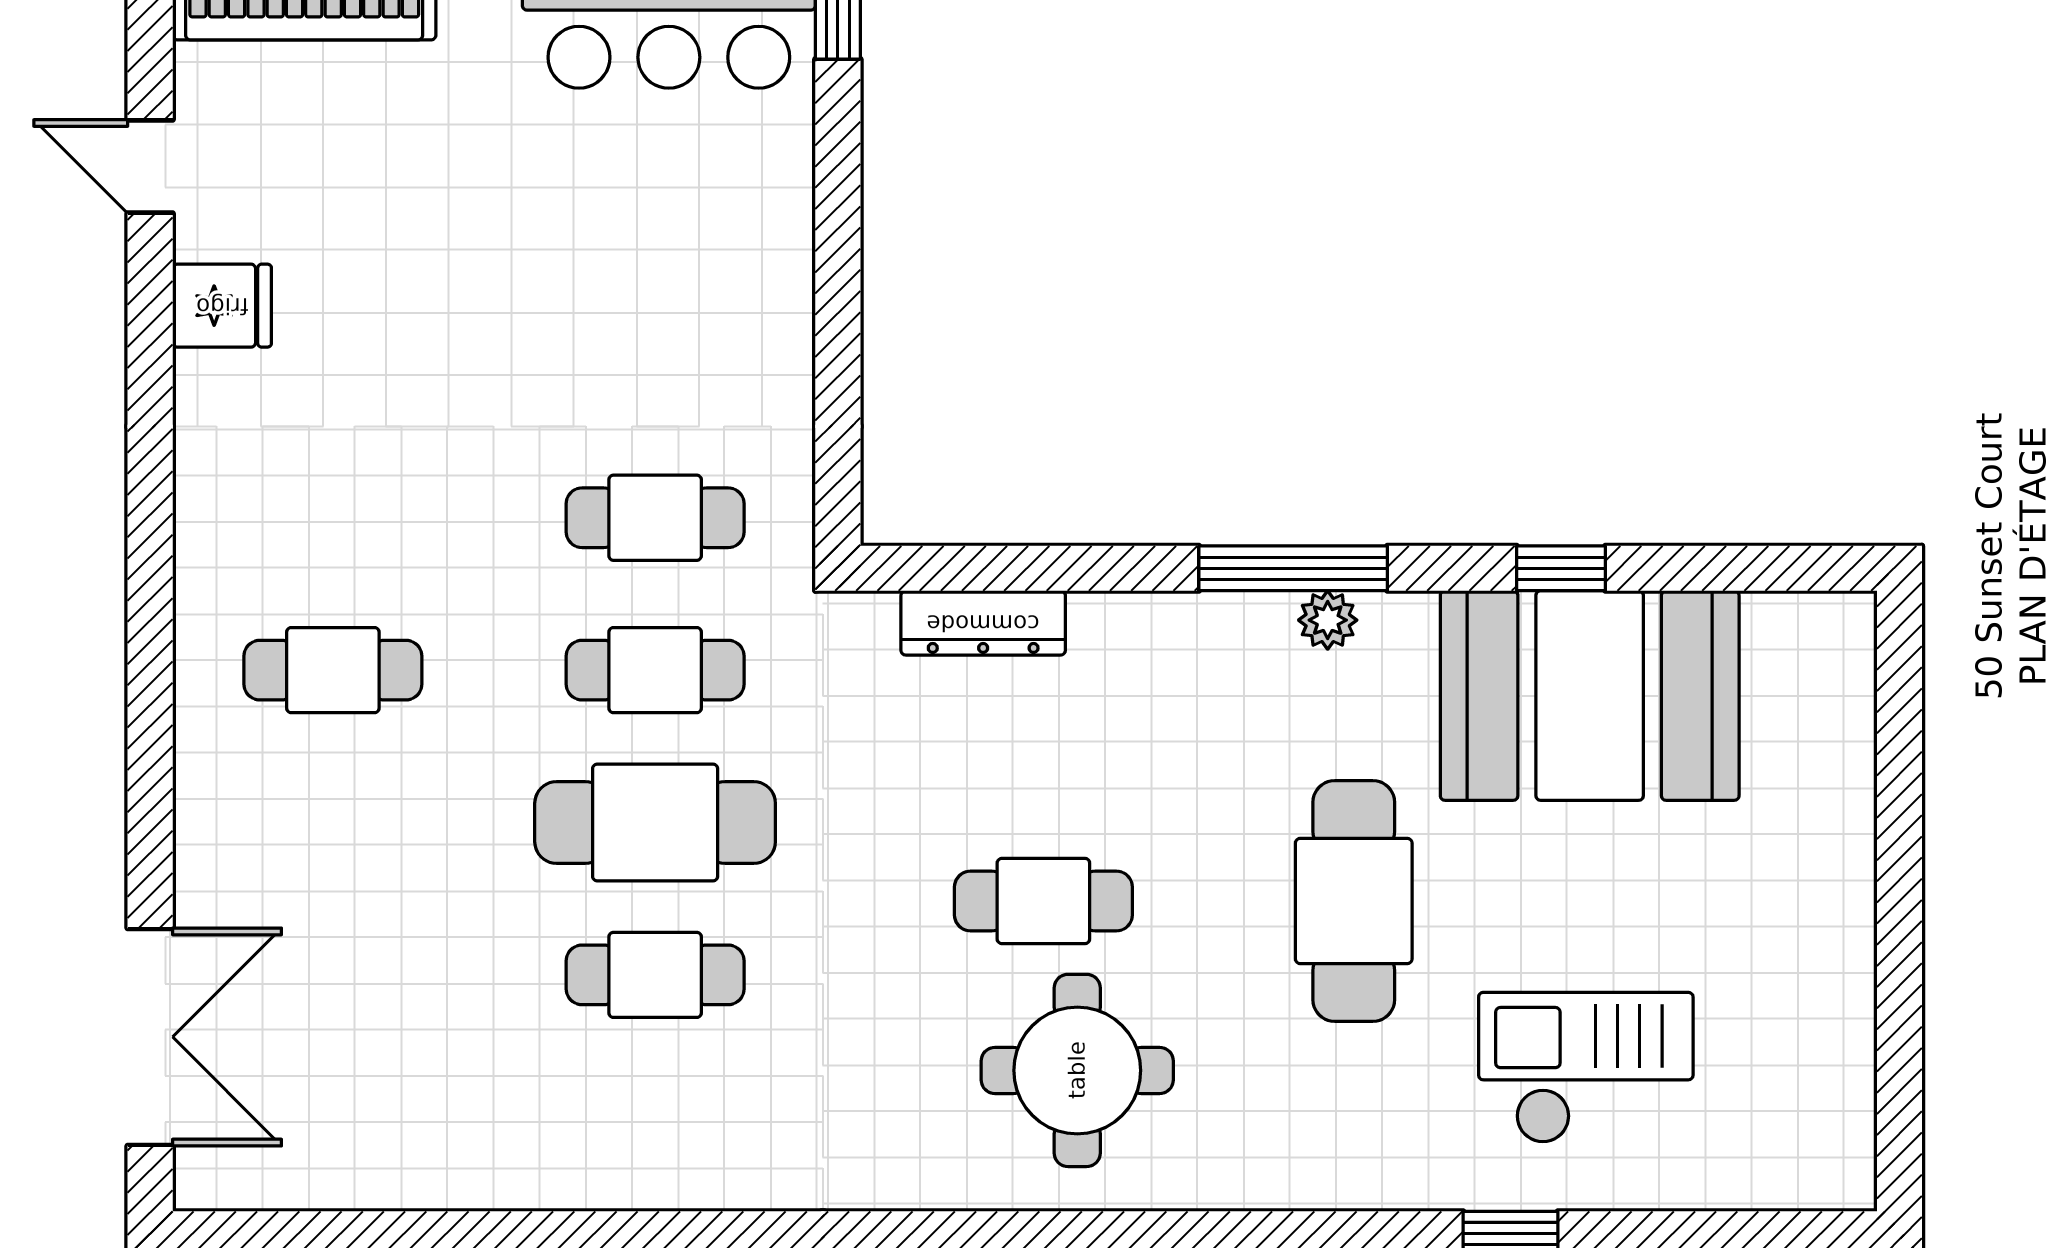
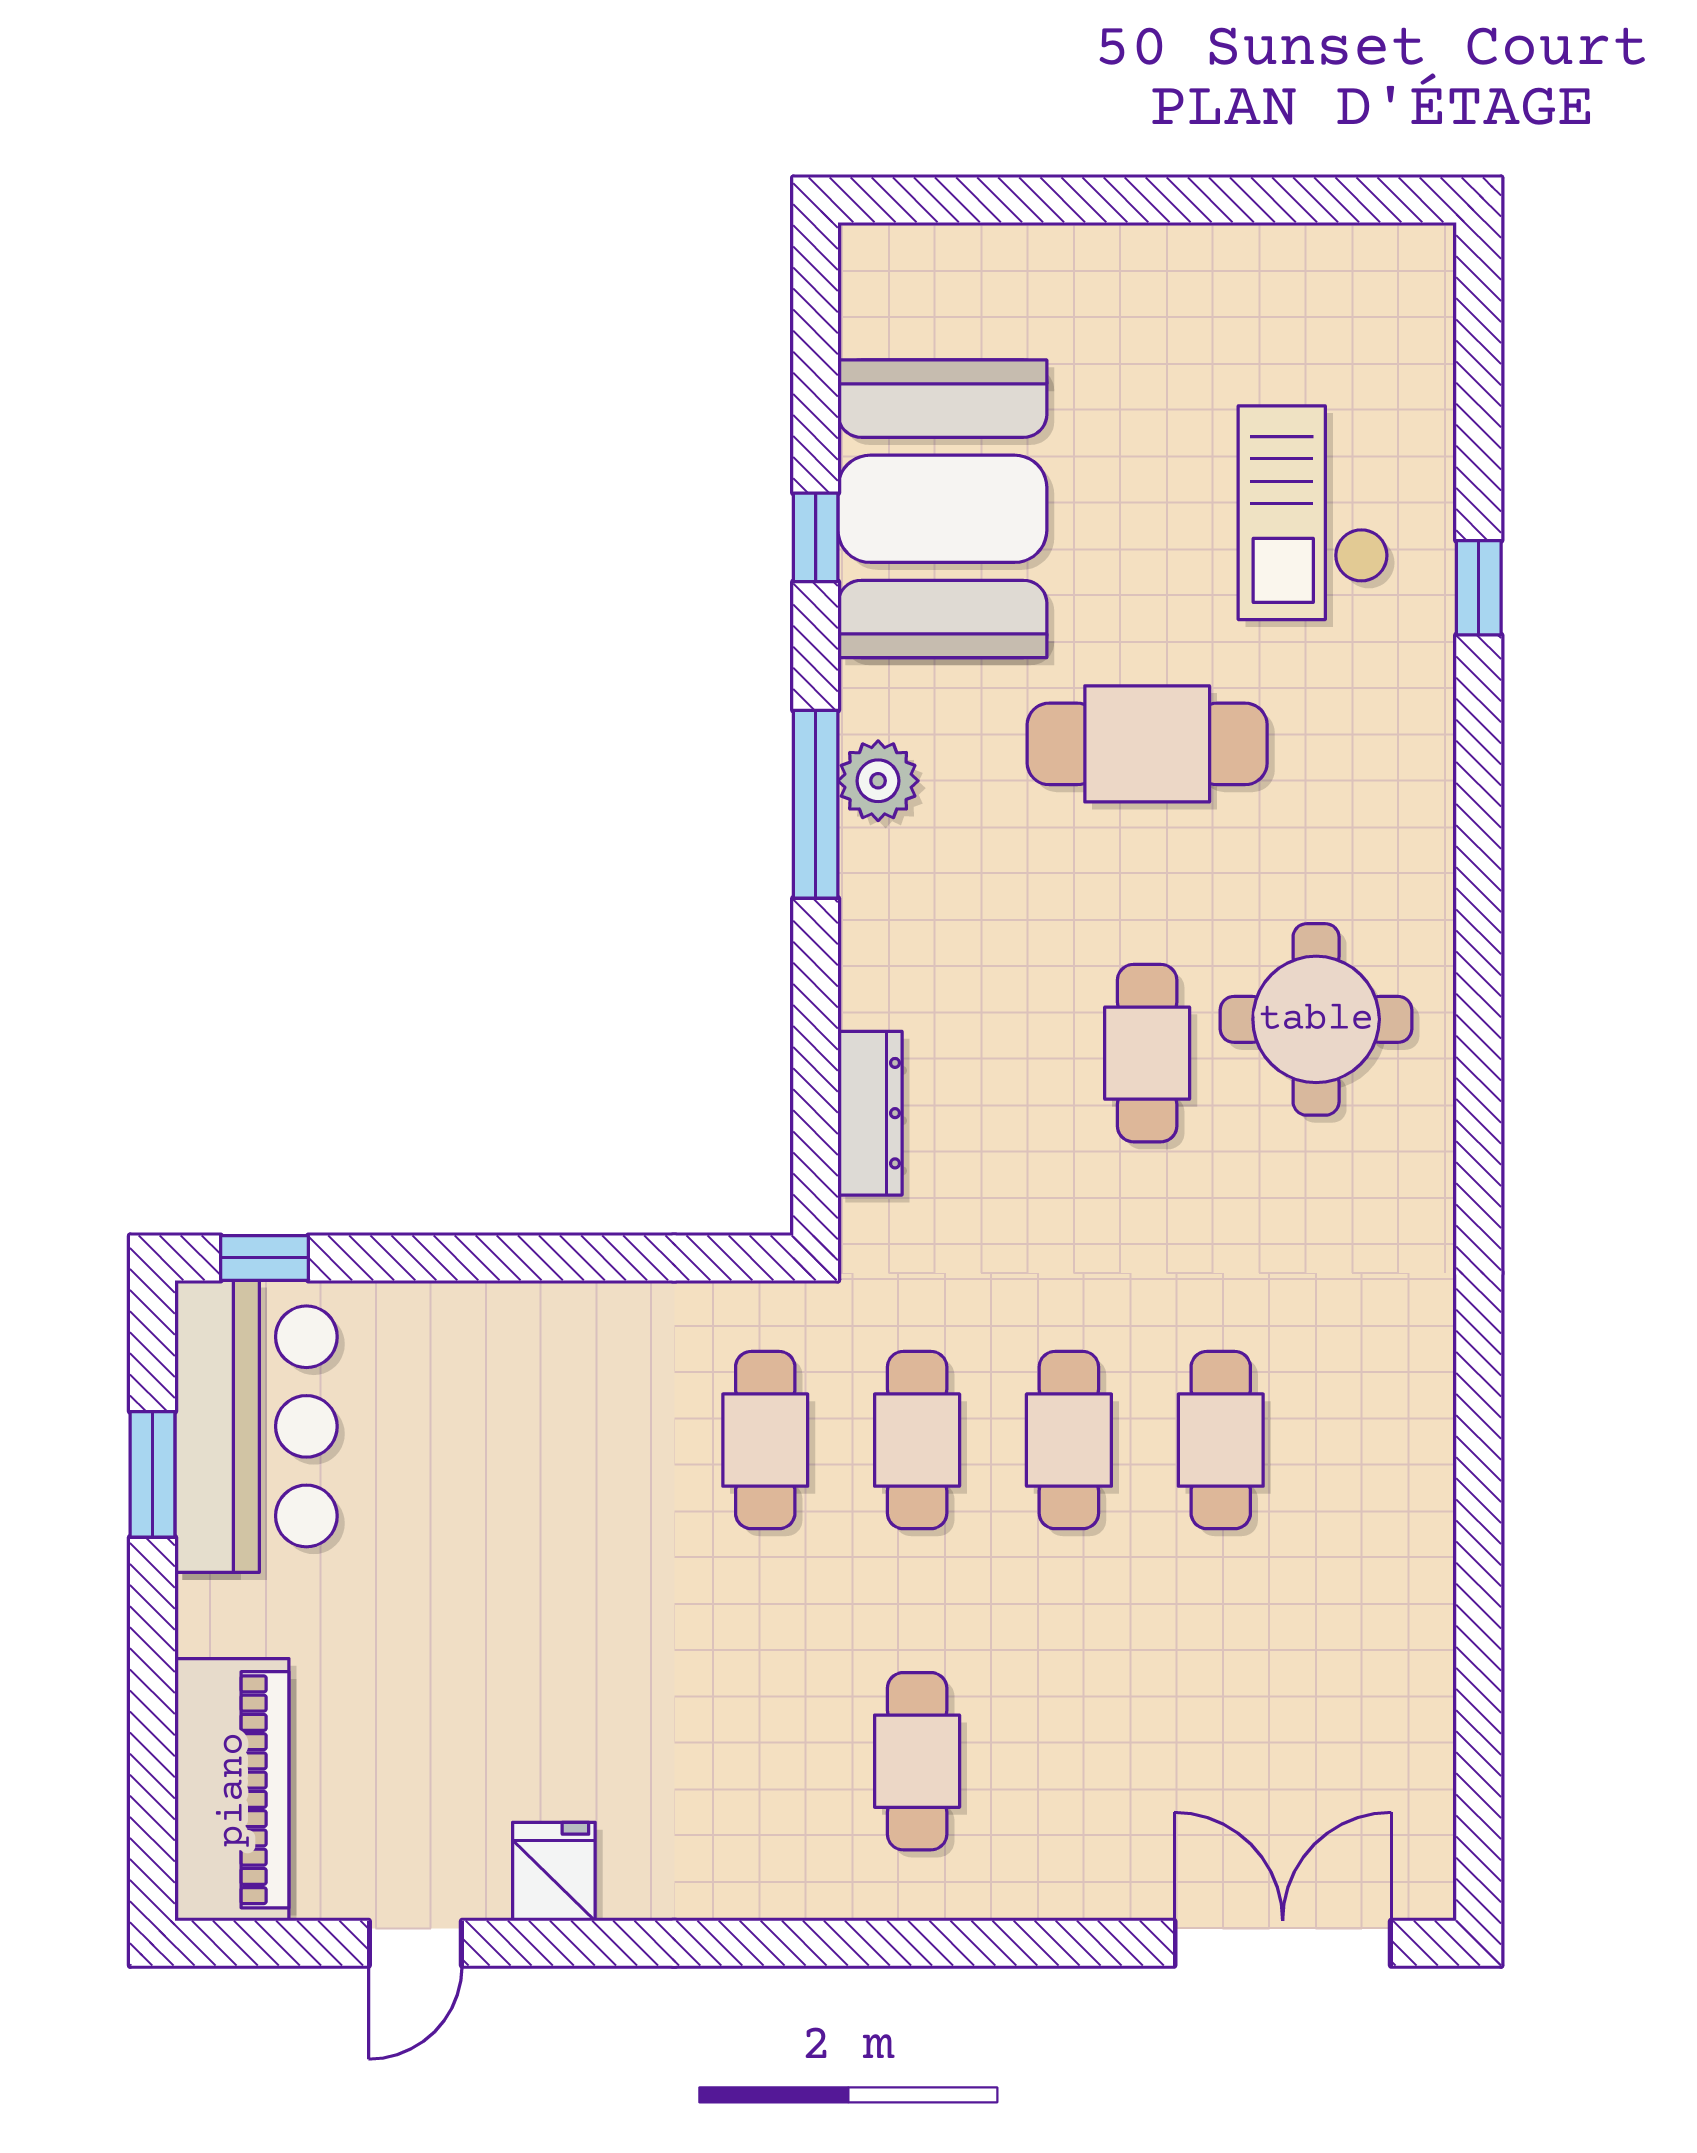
plant: (1328, 620) -> (878, 781), width x1.38, depth x1.38
cafe table: (655, 823) -> (1069, 1440), width x0.73, depth x0.74

